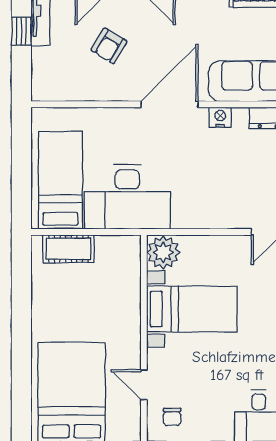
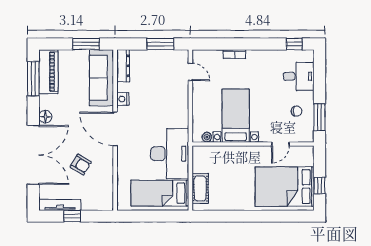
plant: (163, 252) -> (207, 137), width x0.53, depth x0.53
chair: (172, 417) -> (297, 111), moved

